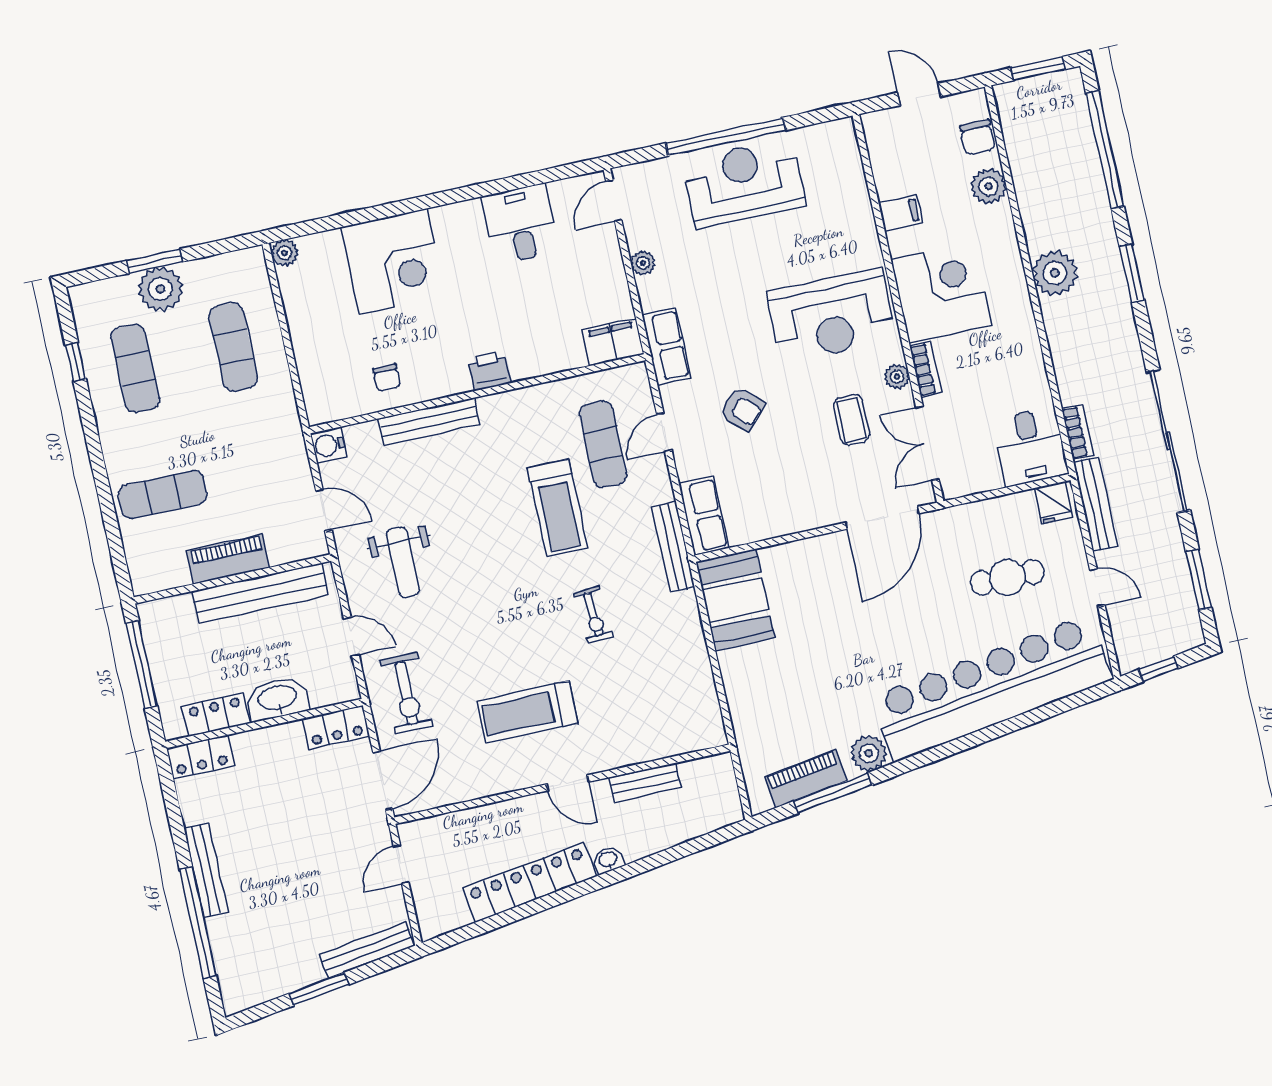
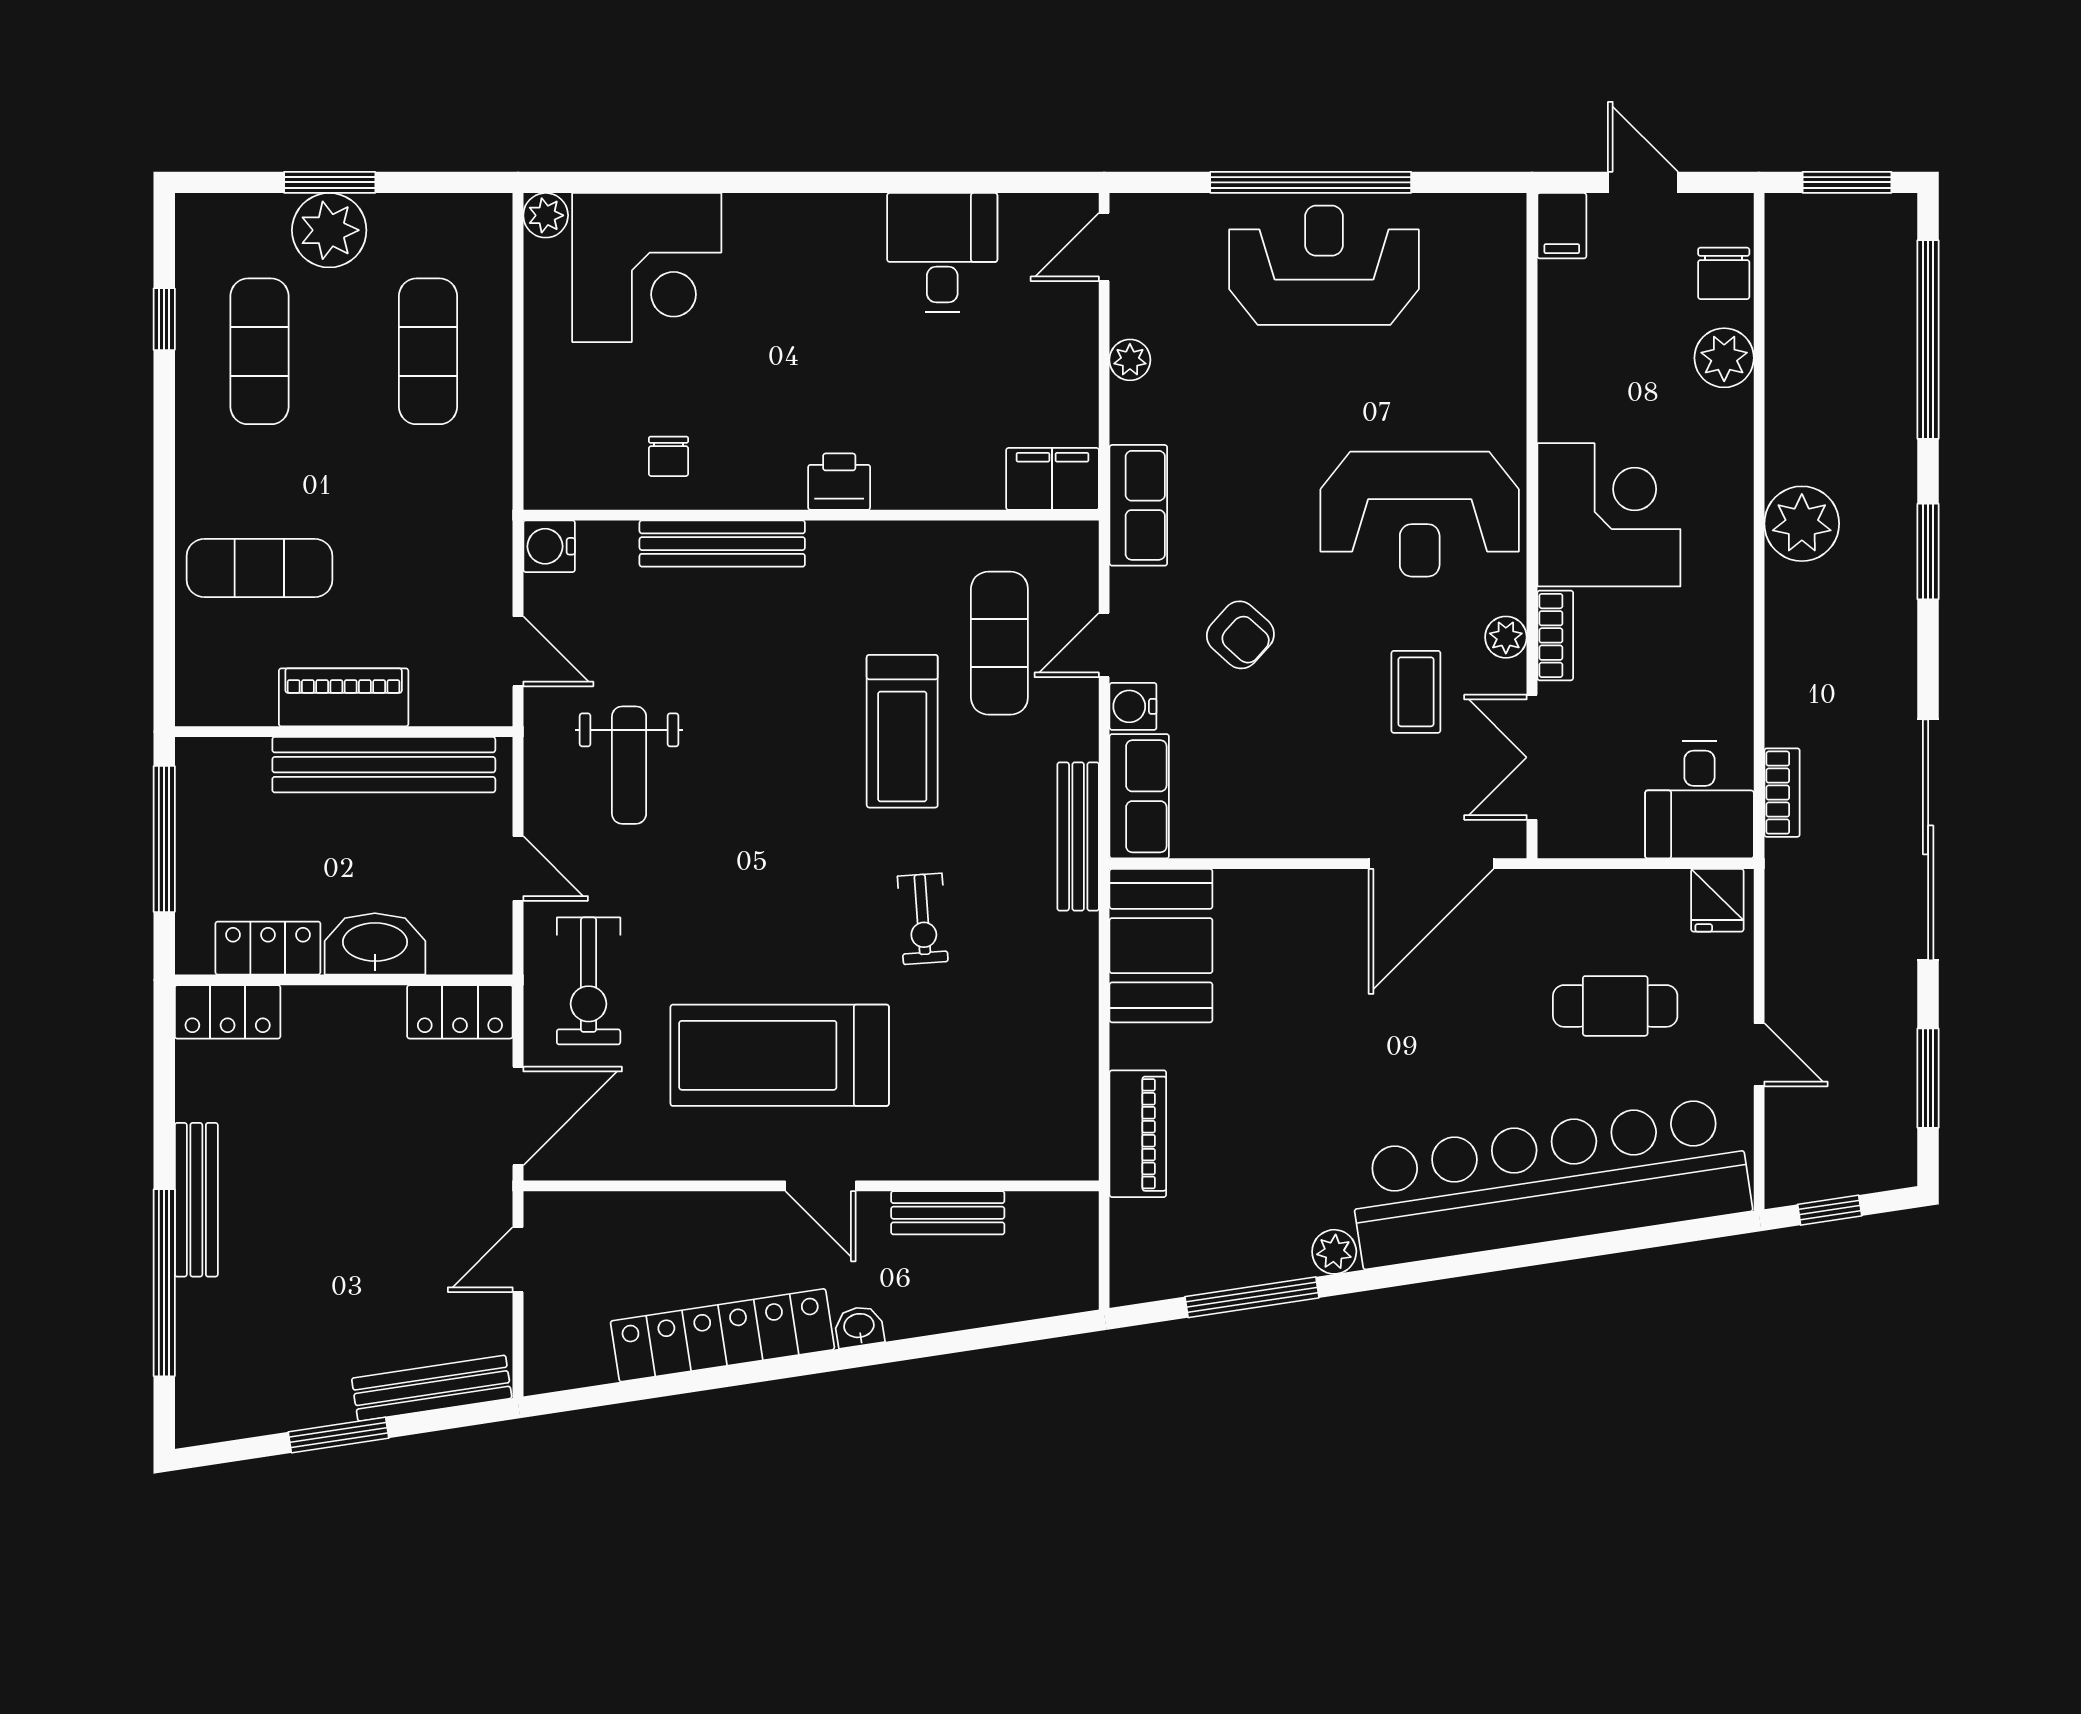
filing cabinet: (900, 213) -> (1562, 226), moved, turned 90
corner desk: (393, 261) -> (647, 268), moved
water cooler: (689, 464) -> (1133, 706), added
bench: (1095, 504) -> (1786, 918), removed
treadmill: (527, 712) -> (780, 1055), width x1.37, depth x1.38
plant: (869, 753) -> (1334, 1252), width x0.73, depth x0.73
piano: (806, 779) -> (1138, 1134), moved, turned 99

